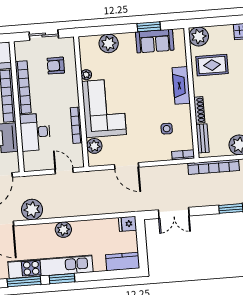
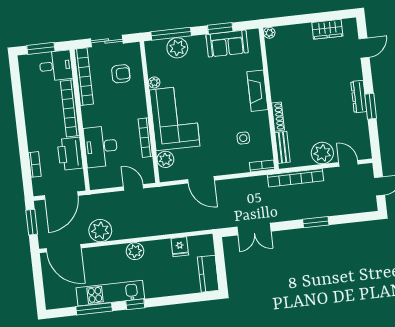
window: (103, 30) -> (171, 34), added
plant: (199, 36) -> (269, 33), width x0.53, depth x0.53
rug: (212, 65) -> (290, 68), removed
armchair: (56, 66) -> (121, 74), turned 180
bookcase: (23, 87) -> (84, 77), moved
fridge: (128, 224) -> (180, 247), moved, turned -90
kitchen counter: (123, 261) -> (208, 274), moved, turned -90
kitchen unit: (50, 267) -> (110, 293), width x0.73
window: (62, 279) -> (135, 304), width x0.67

